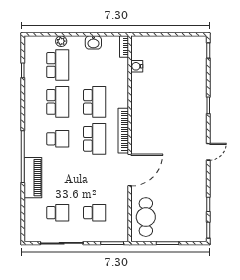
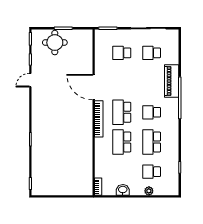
school desk: (58, 65) -> (152, 172), width x0.54
water cooler: (137, 66) -> (88, 171), removed
door: (208, 152) -> (30, 80), moved
door: (130, 170) -> (94, 87), hinge flipped
cafe table: (146, 217) -> (81, 49), removed
round table: (178, 225) -> (55, 43), added

